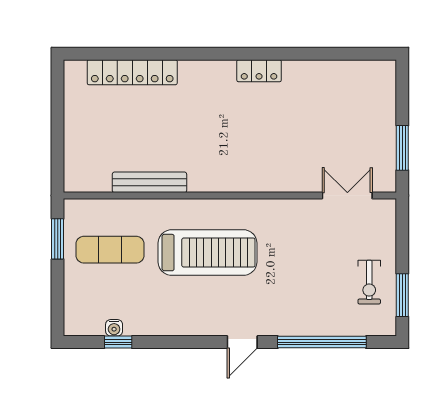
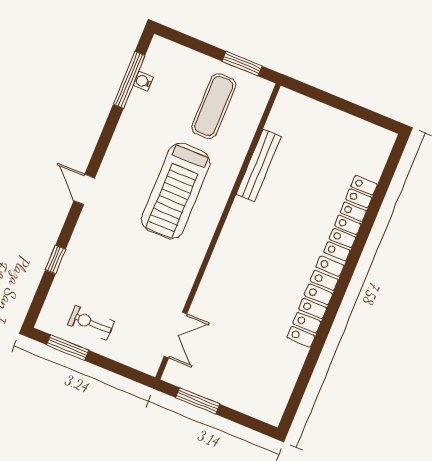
locker: (259, 71) -> (316, 301), width x2.16, depth x1.21
locker: (132, 72) -> (351, 218), moved
window: (118, 342) -> (129, 80), width x2.17
window: (322, 342) -> (55, 260), width x0.32

